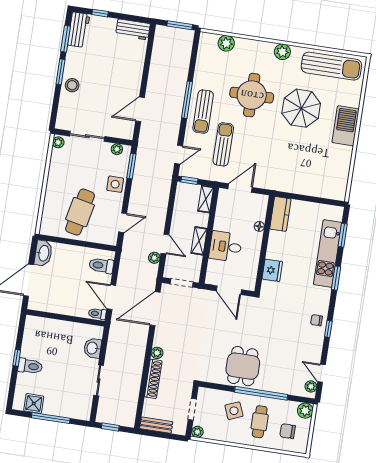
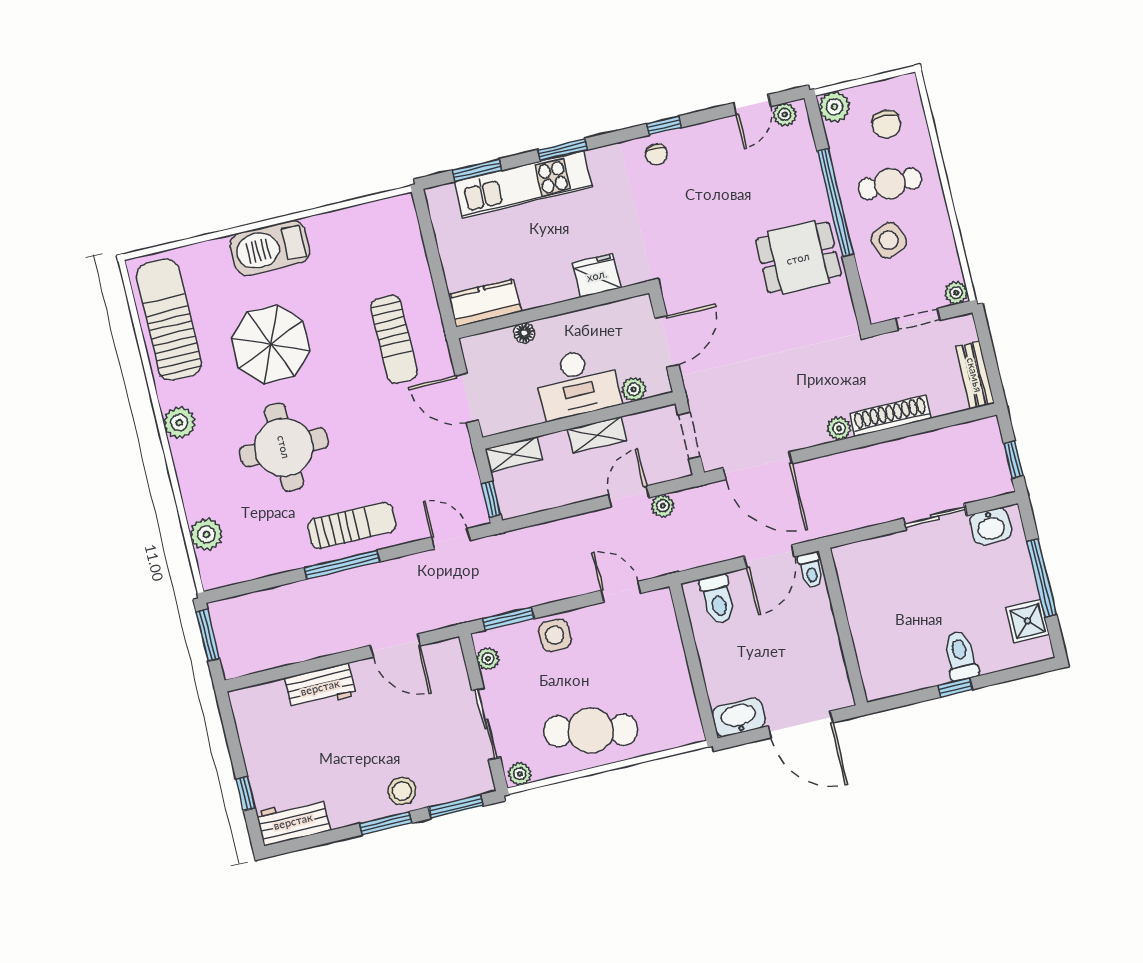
workbench: (133, 29) -> (320, 687), moved, turned 90
window: (66, 39) -> (456, 806), moved
sun lounger: (223, 144) -> (394, 339), moved, turned -90
cafe table: (80, 212) -> (591, 730), moved
desk: (226, 247) -> (577, 383), width x1.37
plant: (213, 266) -> (634, 389), added
washbasin: (93, 348) -> (991, 526), moved

